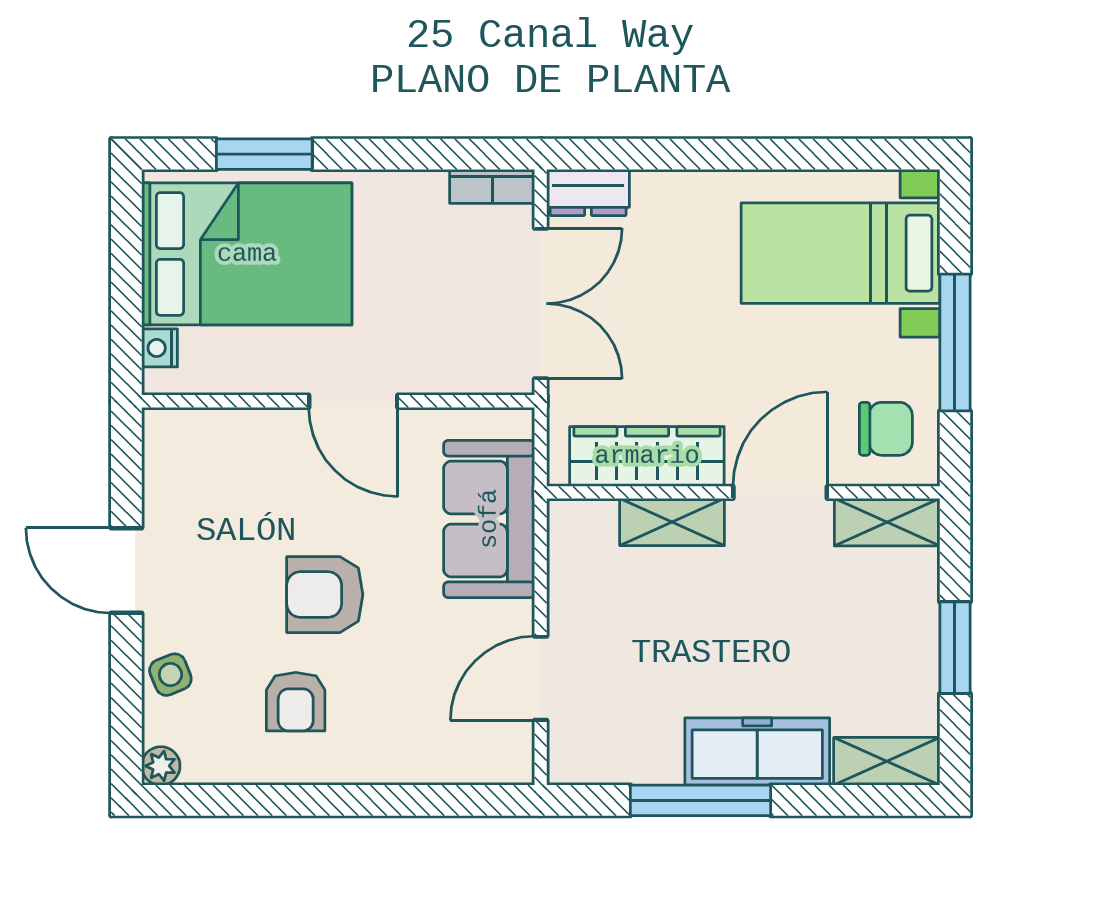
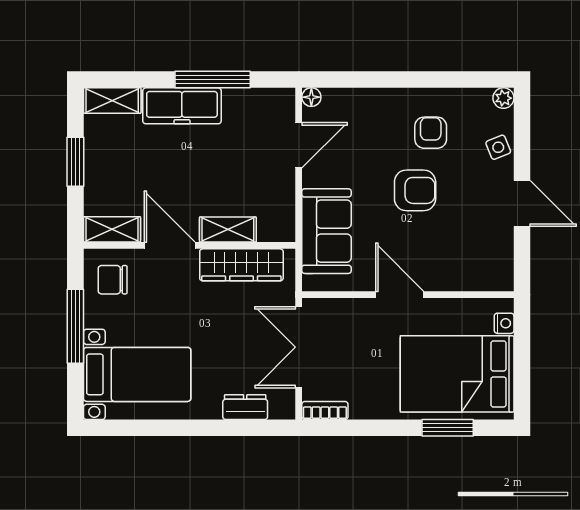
dresser: (588, 192) -> (245, 407), moved
door: (780, 492) -> (170, 245), swing flipped
floor lamp: (517, 768) -> (311, 97), added

